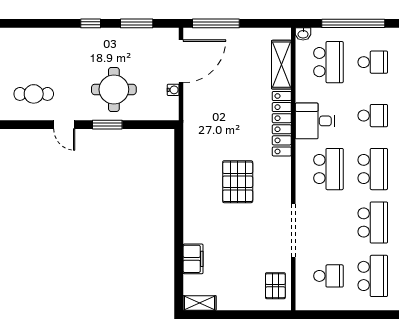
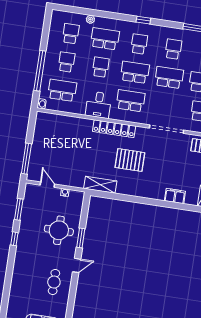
door: (181, 61) -> (47, 185), width x0.53
shelving: (281, 65) -> (100, 185), moved
locker: (282, 124) -> (114, 129), moved

